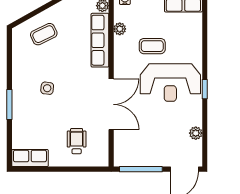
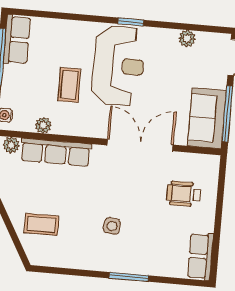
coffee table: (44, 34) -> (41, 224), turned -64
sofa: (136, 154) -> (207, 118), added

